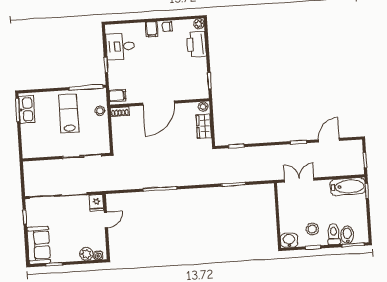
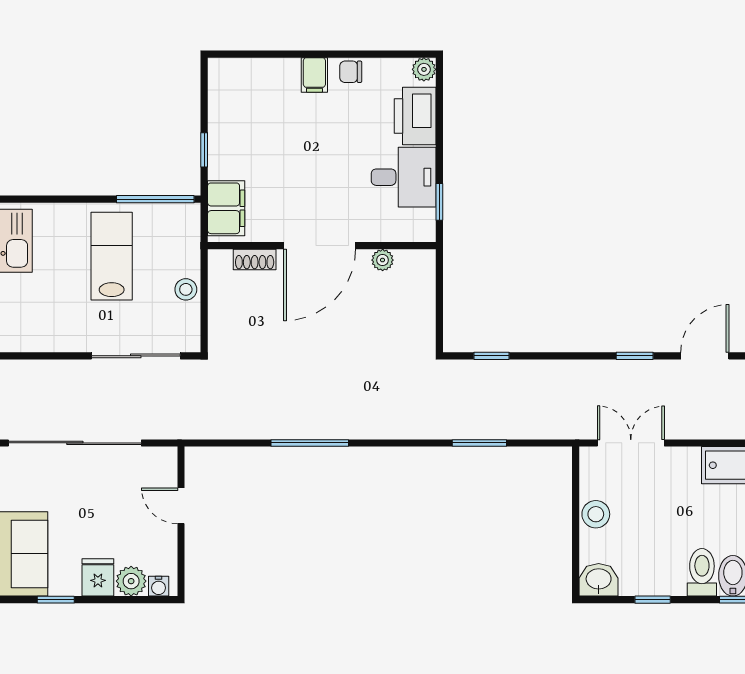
desk: (120, 46) -> (404, 177), moved, turned 180
filing cabinet: (117, 96) -> (226, 208), width x2.00
plant: (203, 107) -> (383, 260), moved
stool: (100, 111) -> (186, 289), moved
shoe rack: (120, 112) -> (255, 259), moved
wardrobe: (204, 126) -> (420, 305), removed
fridge: (96, 203) -> (98, 577), moved, turned 180
door: (106, 220) -> (181, 506), swing flipped
stool: (312, 229) -> (596, 514), moved

